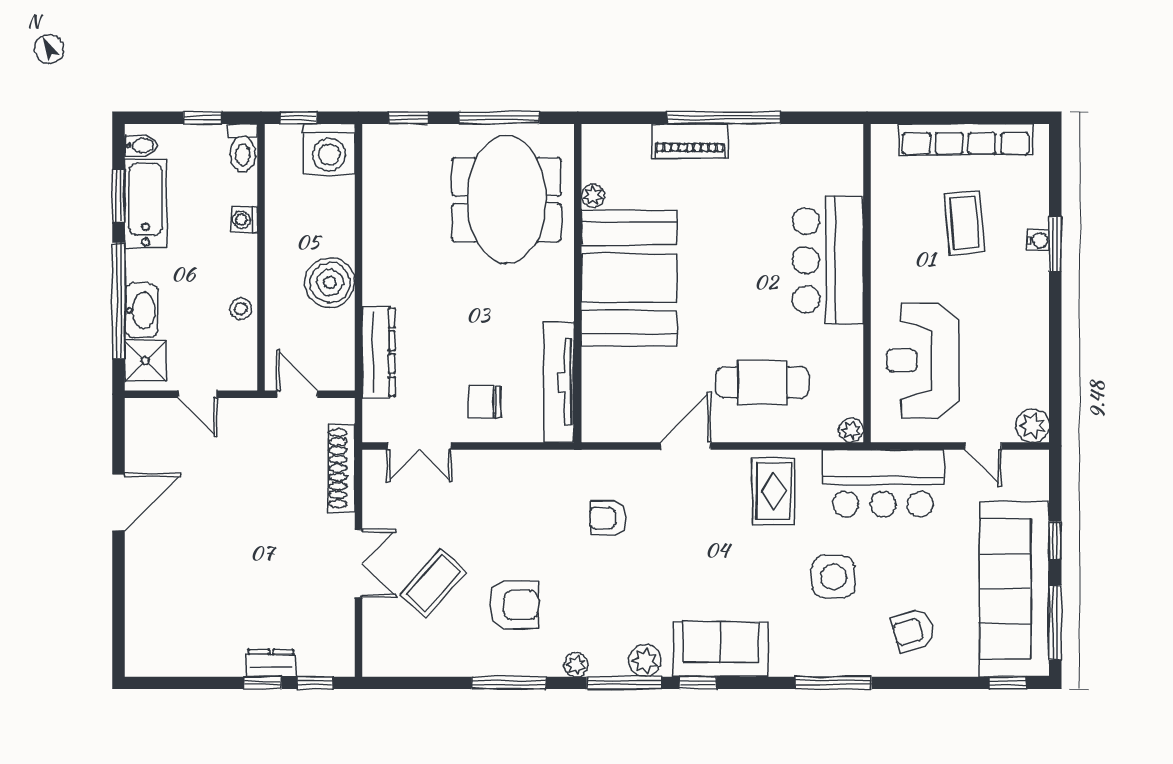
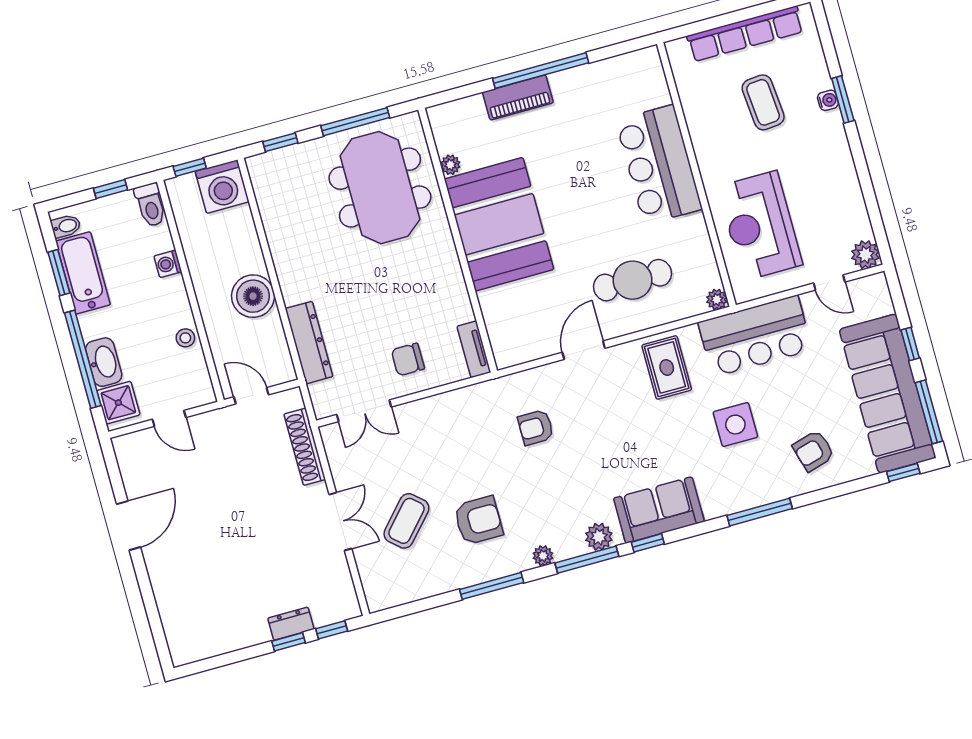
tv unit: (559, 382) -> (474, 349), width x0.52, depth x0.78

